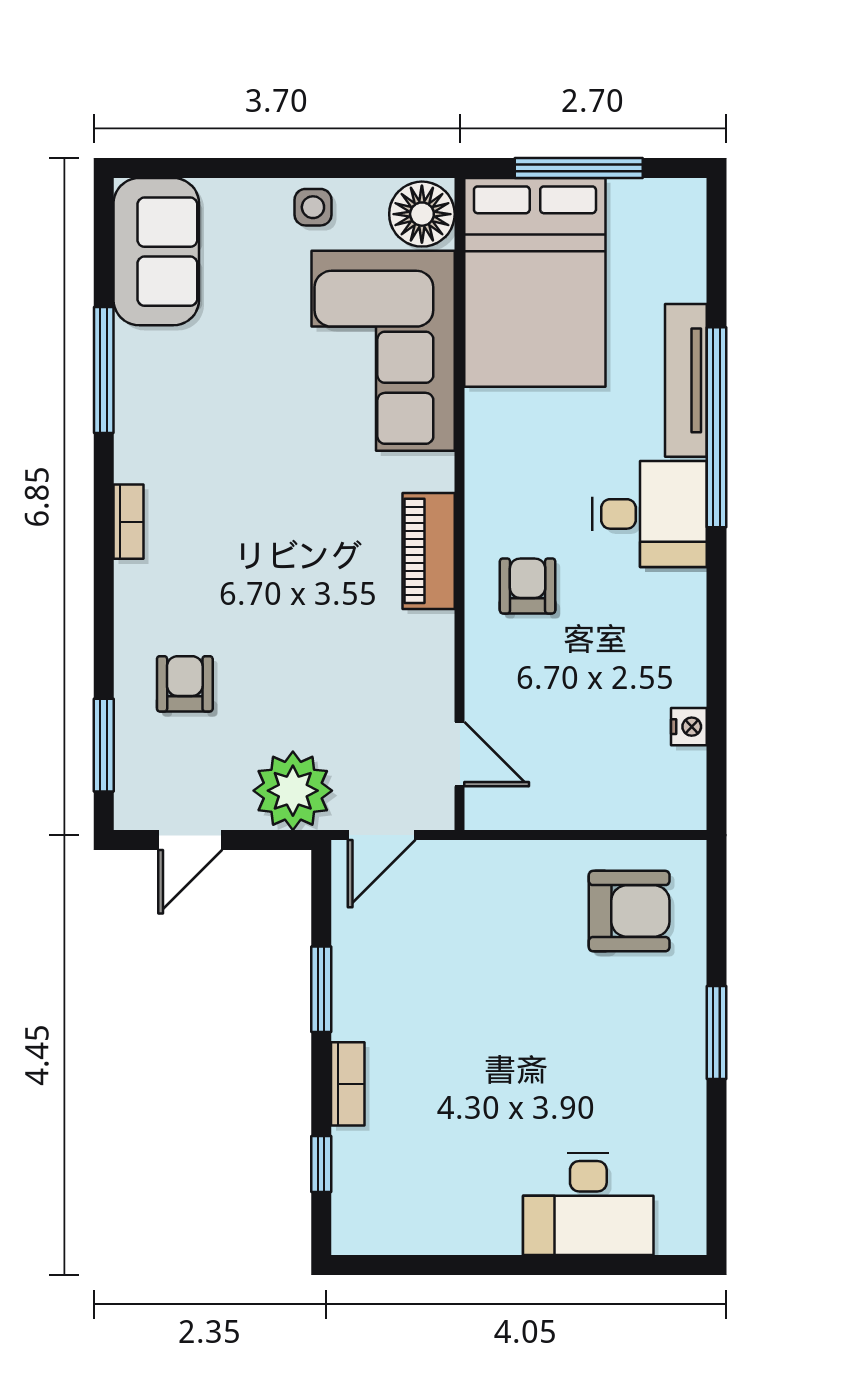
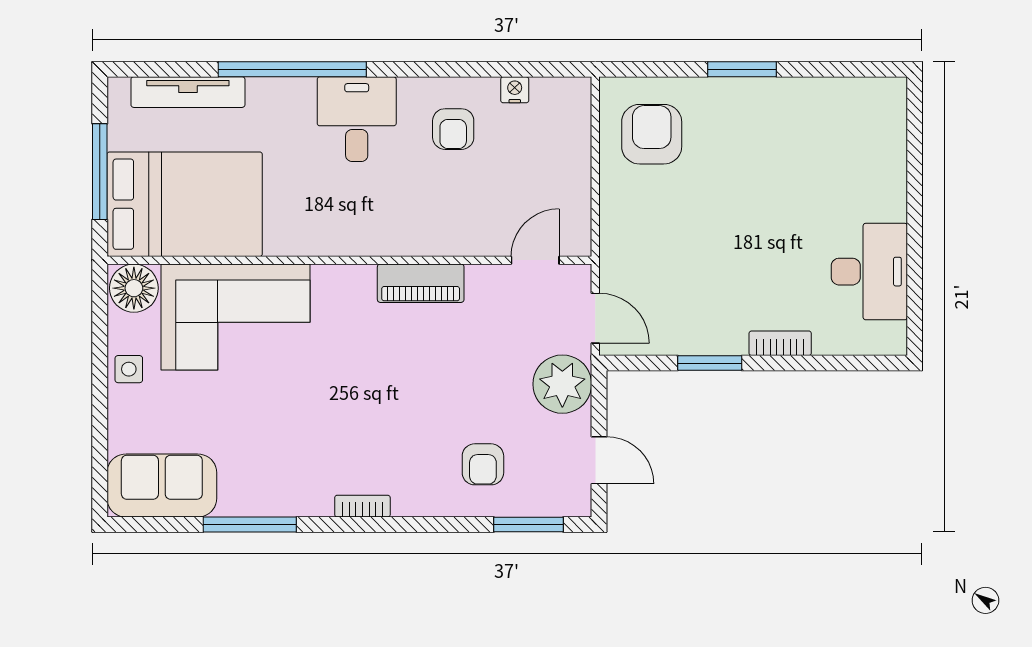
tv unit: (686, 380) -> (188, 92), moved
piano: (429, 551) -> (421, 283), moved
armchair: (528, 586) -> (453, 129), moved, turned -90
armchair: (185, 684) -> (483, 464), turned -90
window: (321, 1164) -> (840, 363), removed
desk: (588, 1204) -> (869, 272), moved

